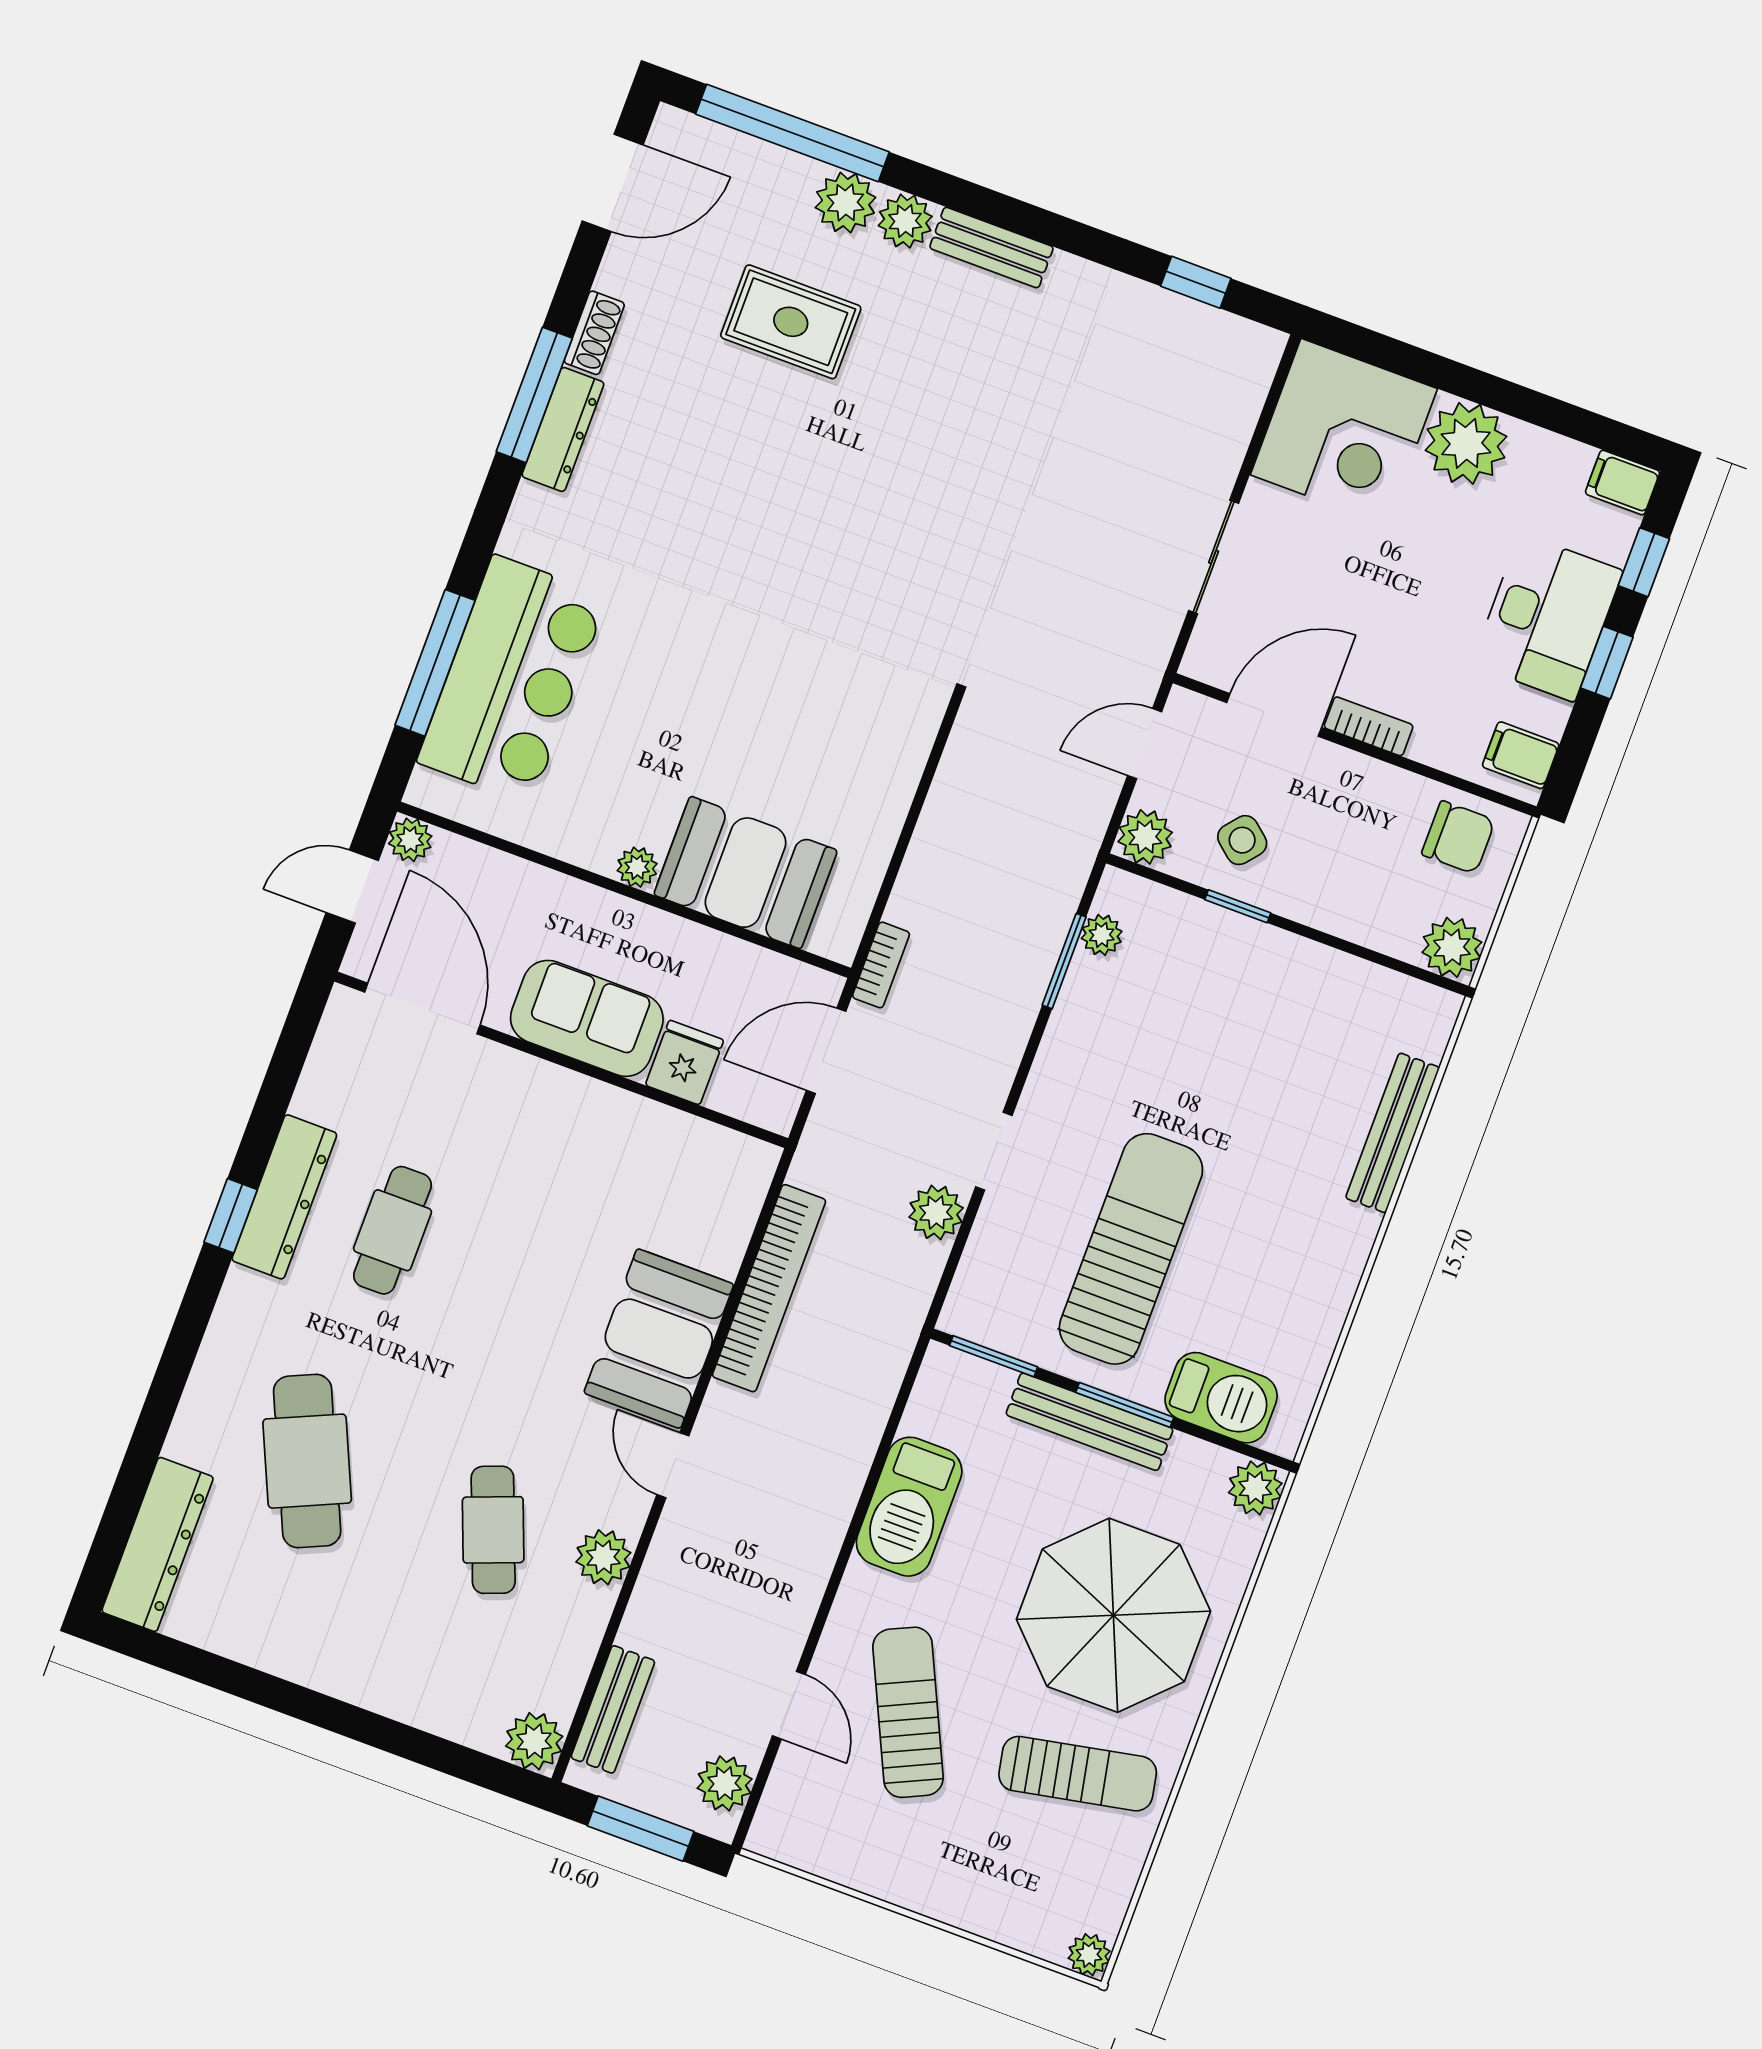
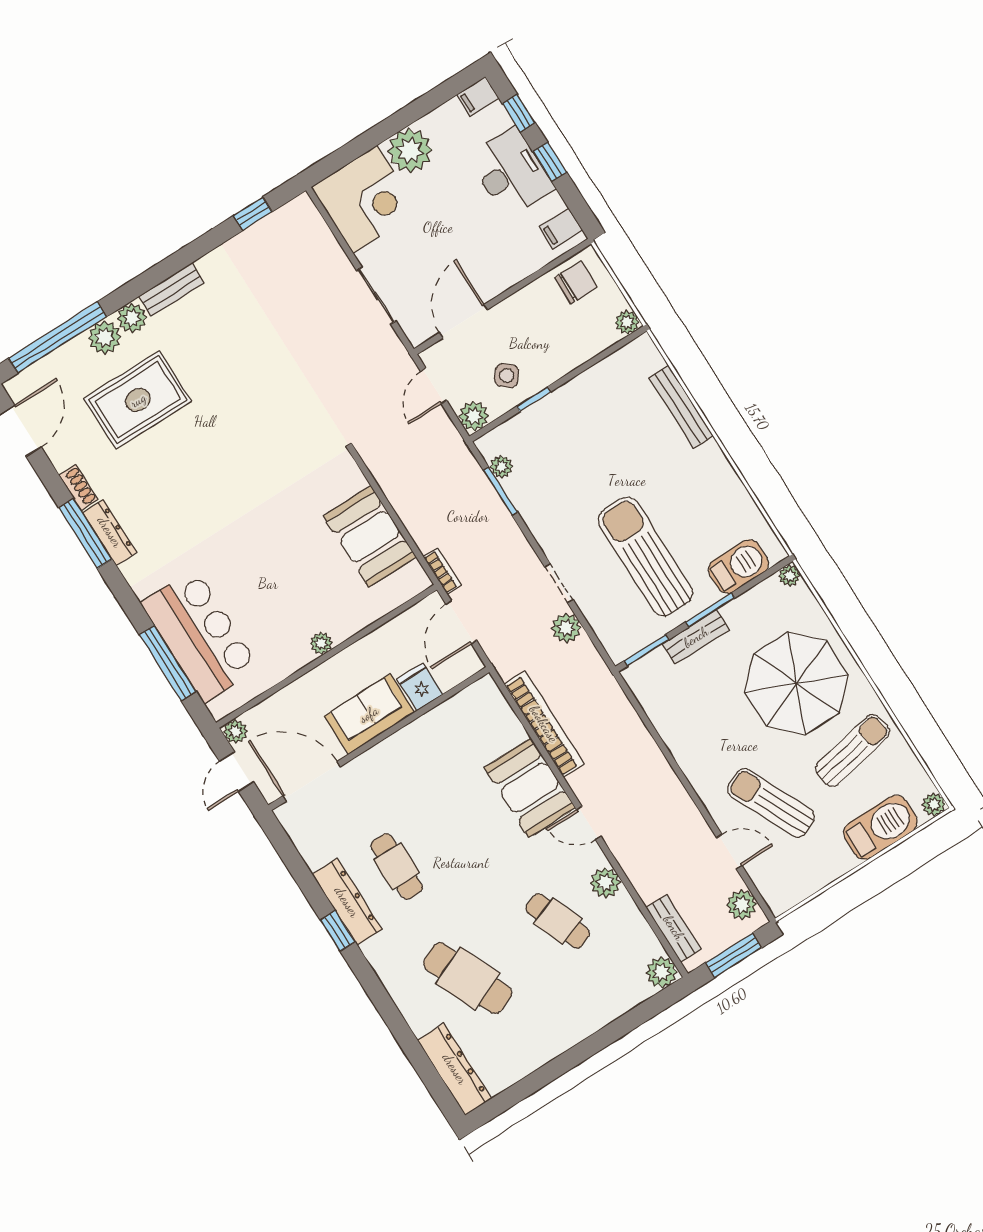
rug: (791, 322) -> (138, 400), width x1.36, depth x1.43
bookcase: (1369, 726) -> (499, 284), removed
booth: (746, 873) -> (370, 537), moved, turned 90
plant: (1452, 947) -> (627, 322), width x0.73, depth x0.73
bench: (1090, 1422) -> (696, 637), width x0.73
plant: (1255, 1488) -> (789, 576), width x0.73, depth x0.73
barbecue: (909, 1507) -> (880, 827), moved, turned -90

